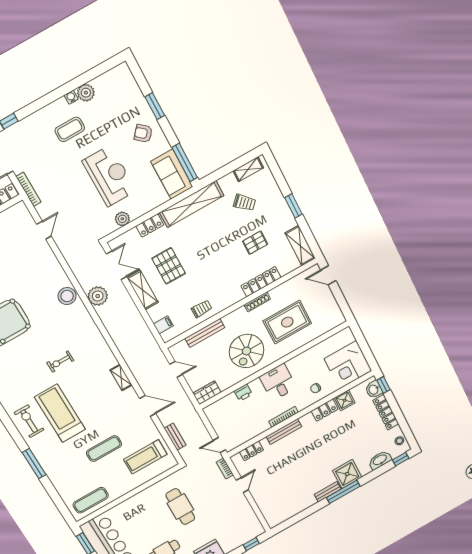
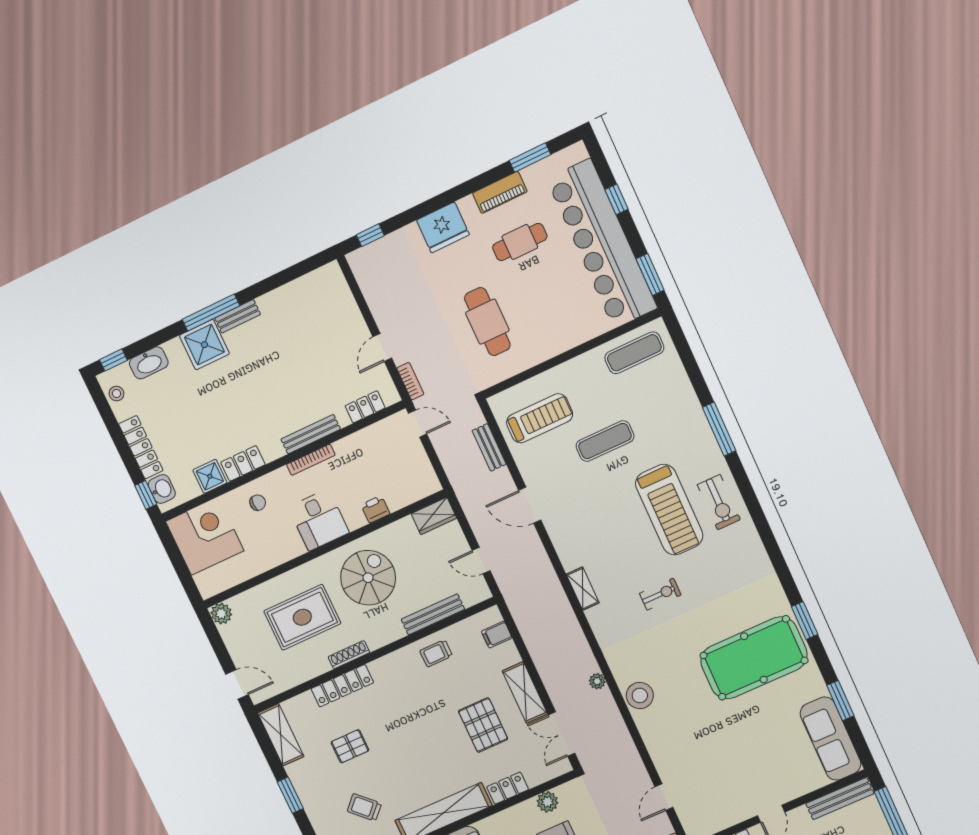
plant: (98, 296) -> (597, 681), width x0.53, depth x0.53
plant: (338, 319) -> (221, 614), added
shelving: (121, 378) -> (583, 589), moved

